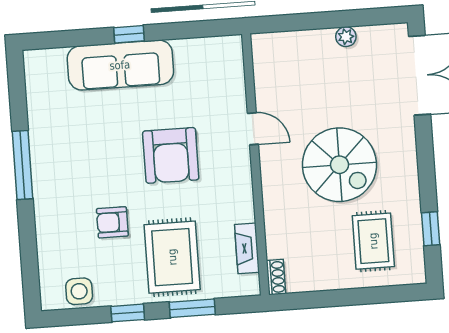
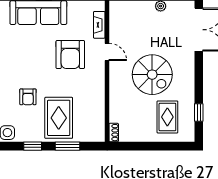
armchair: (171, 155) -> (70, 55), moved
armchair: (112, 222) -> (28, 97), turned -90
fireplace: (247, 248) -> (99, 25), moved

